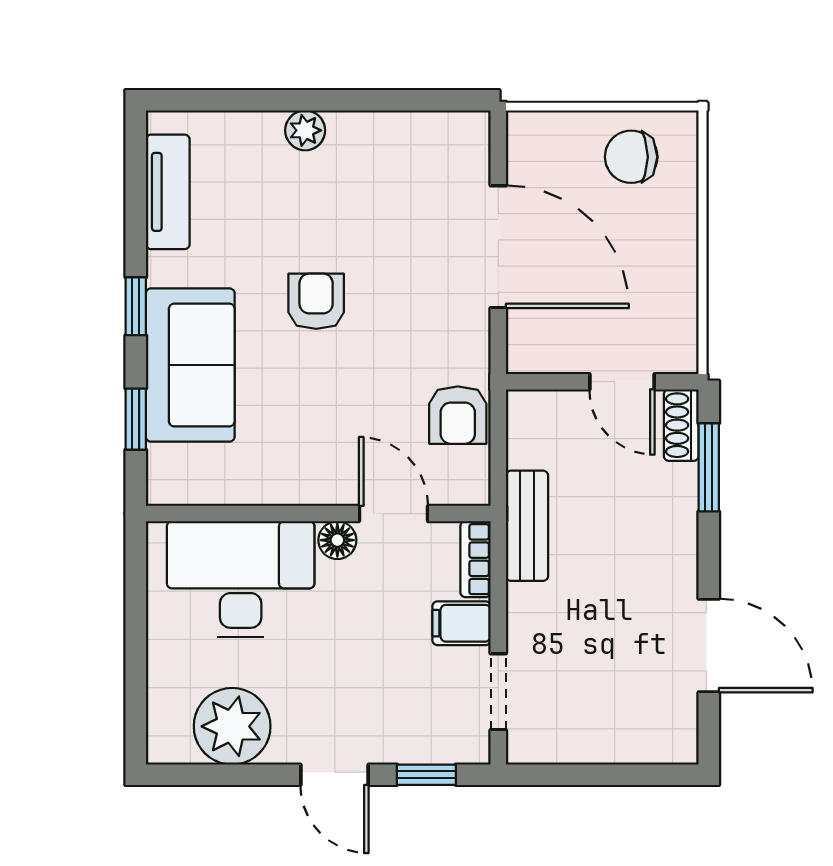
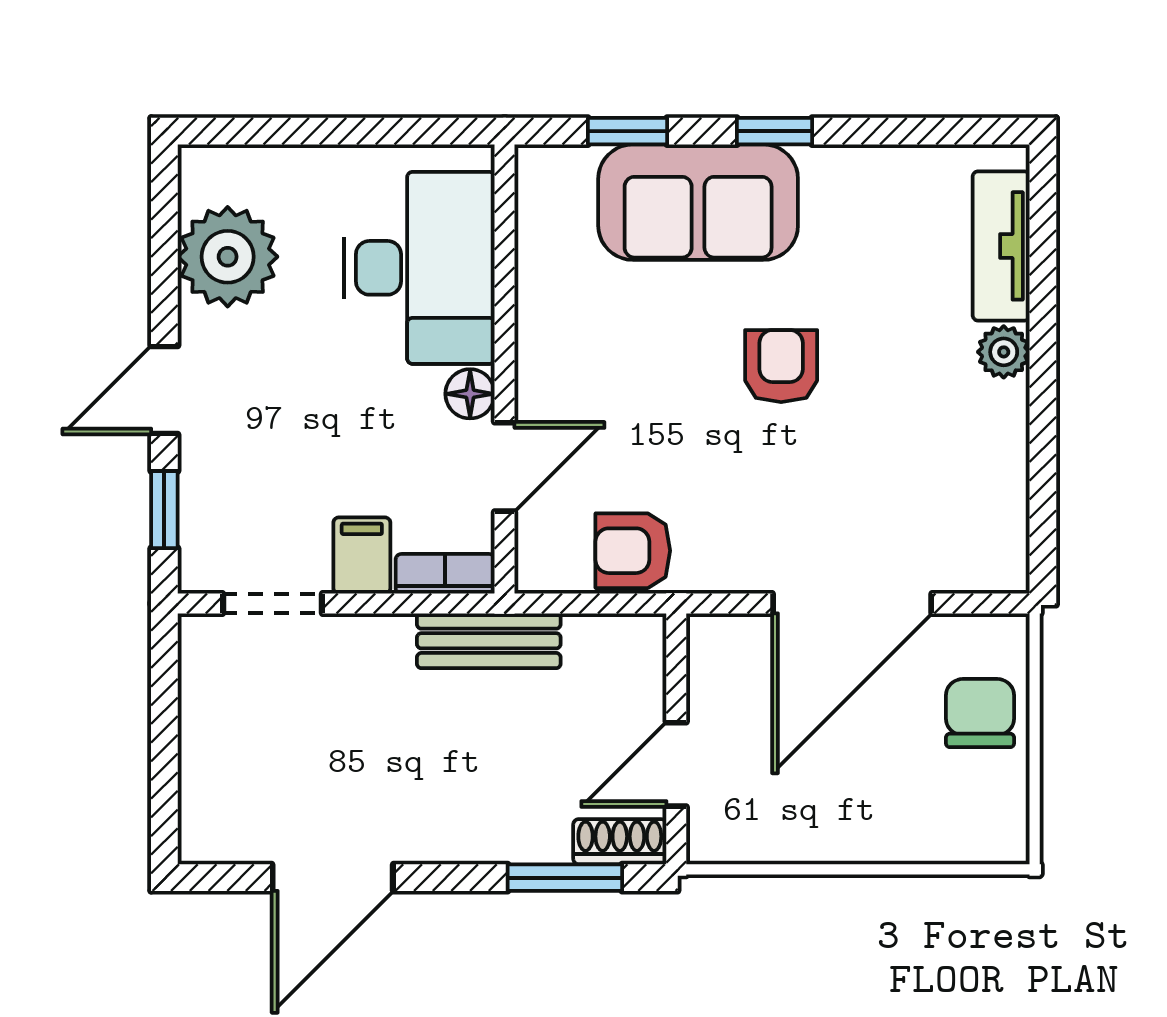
chair: (631, 157) -> (980, 713), moved
tv unit: (168, 192) -> (1001, 246), moved, turned 90
armchair: (316, 301) -> (781, 366), turned -90

